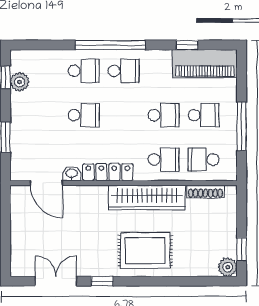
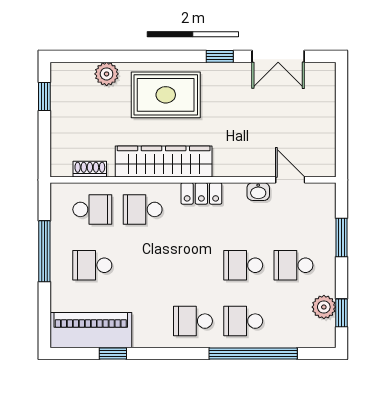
window: (110, 45) -> (253, 354), moved
school desk: (164, 115) -> (293, 265), moved
locker: (108, 172) -> (201, 193), width x0.66
door: (46, 183) -> (290, 180), width x0.73
shoe rack: (205, 192) -> (90, 169), width x0.70
plant: (228, 267) -> (107, 74), moved

